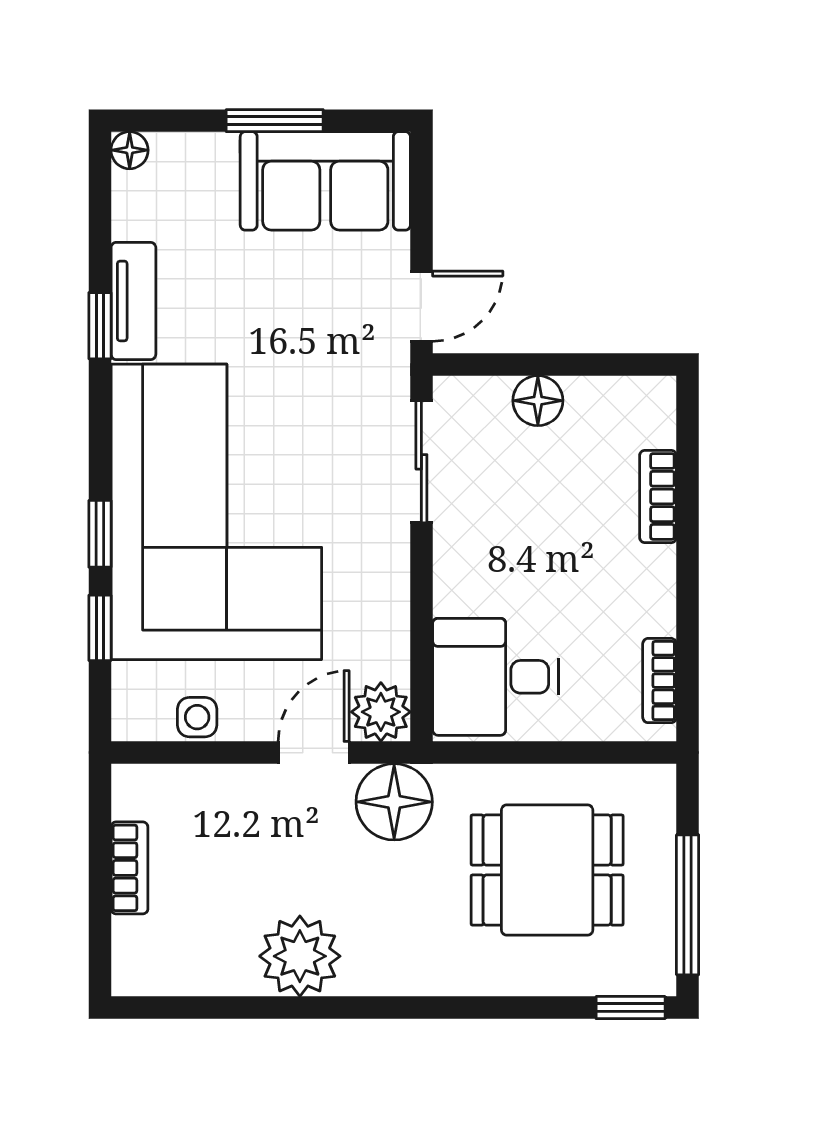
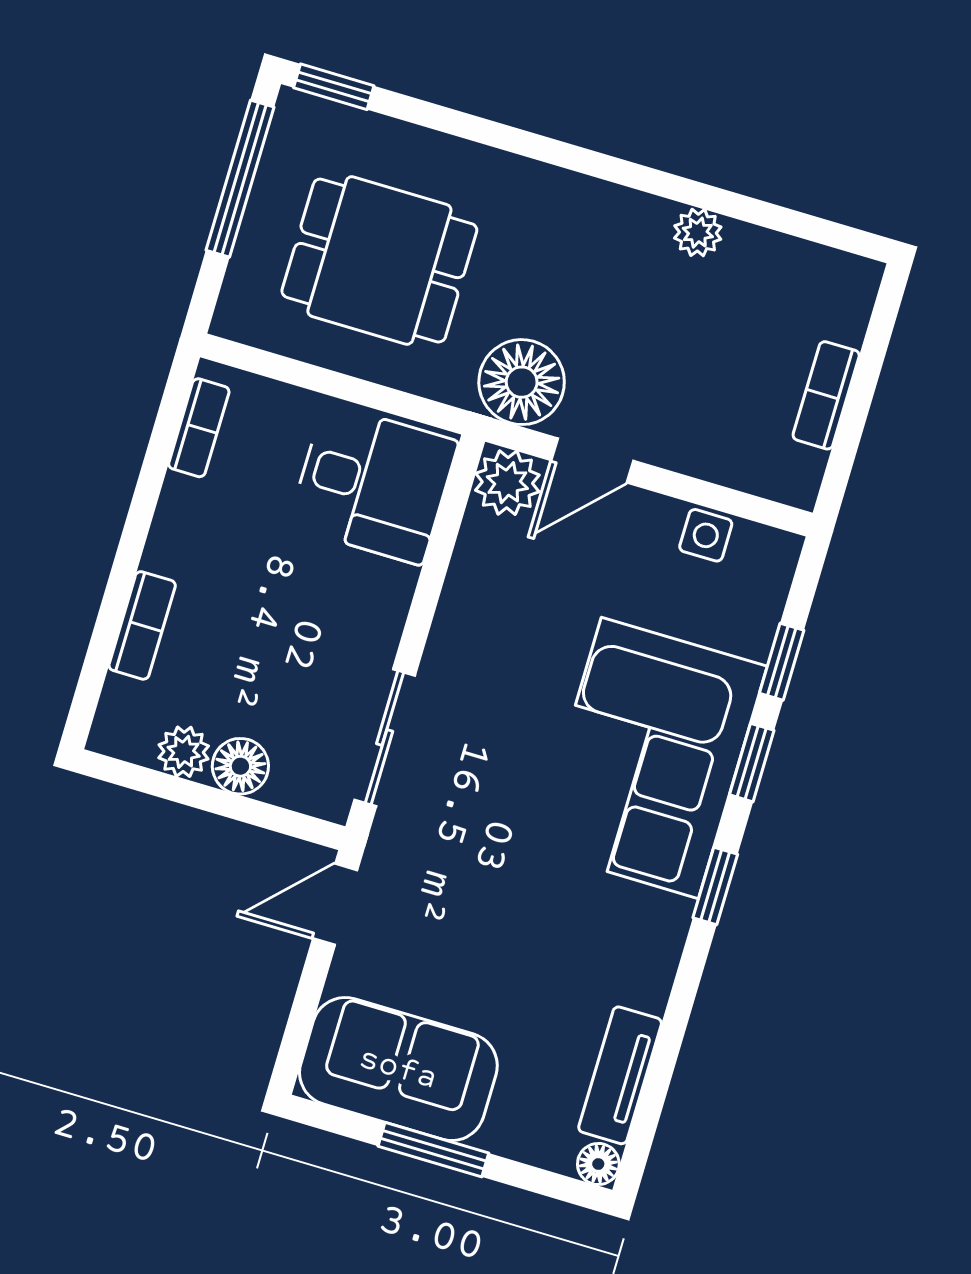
tv unit: (133, 301) -> (620, 1075), moved
window: (100, 326) -> (715, 886), moved
plant: (590, 399) -> (184, 752), added
corner sofa: (216, 512) -> (650, 758), width x0.73, depth x0.74
plant: (300, 956) -> (698, 233), width x0.53, depth x0.53

